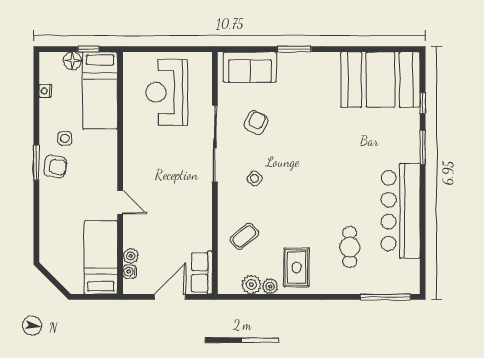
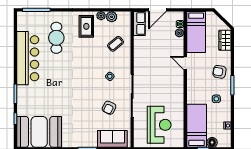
armchair: (55, 166) -> (220, 72), moved
wardrobe: (50, 243) -> (225, 40), added
cafe table: (350, 247) -> (56, 38), width x1.37, depth x1.35

